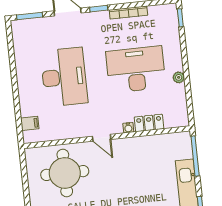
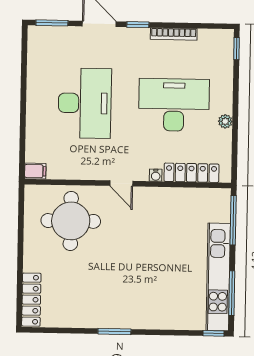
filing cabinet: (30, 123) -> (35, 171), moved
locker: (149, 123) -> (191, 173), width x1.53

